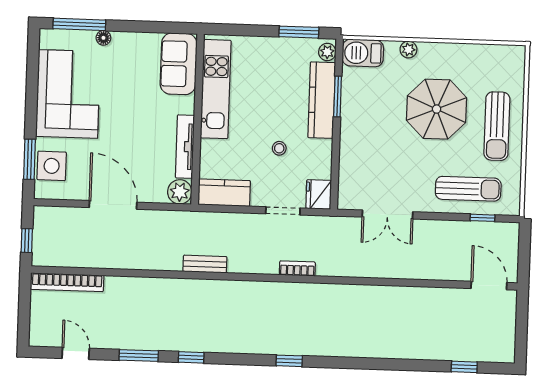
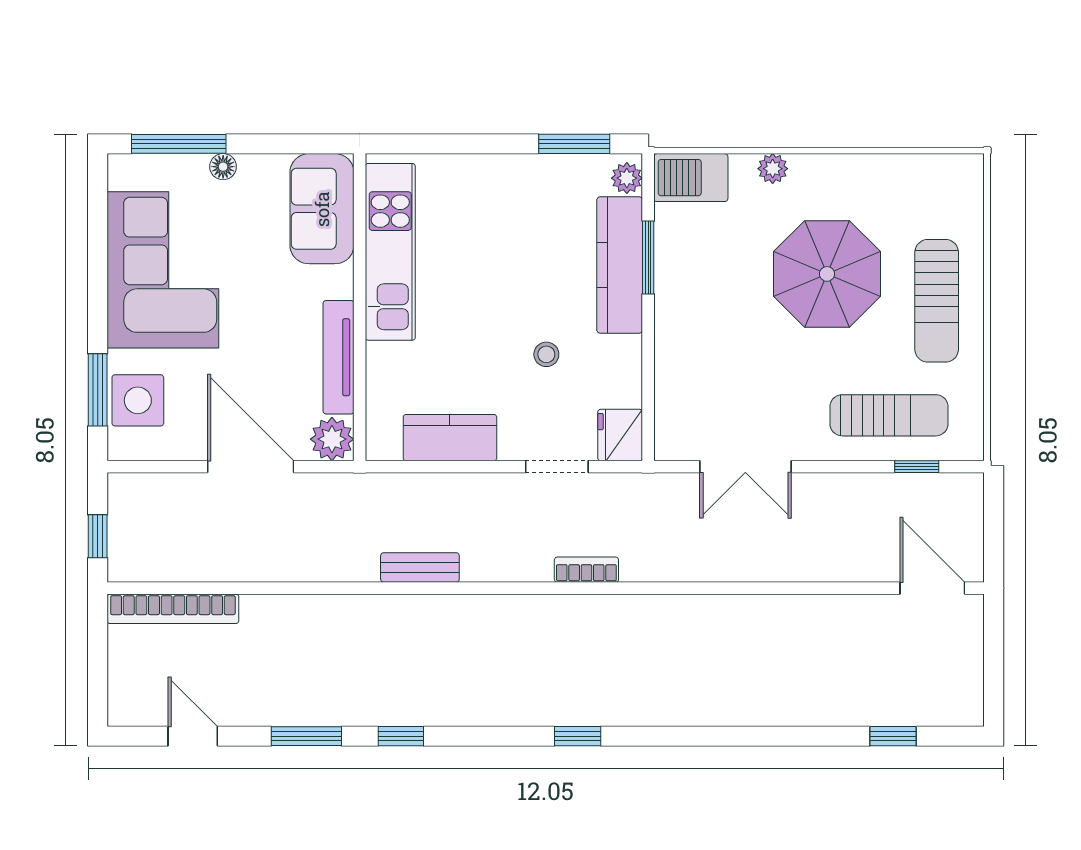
sofa: (179, 64) -> (322, 209), moved
kitchen unit: (216, 89) -> (390, 252), moved
wall: (198, 119) -> (360, 307), moved
tv unit: (185, 147) -> (338, 357), moved
plant: (180, 192) -> (332, 439), moved

